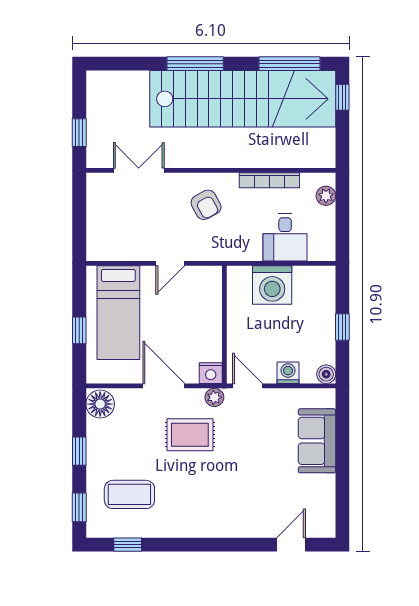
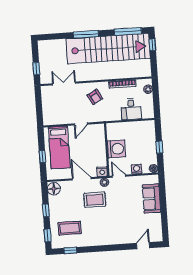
washing machine: (272, 285) -> (116, 149), moved, turned -90

